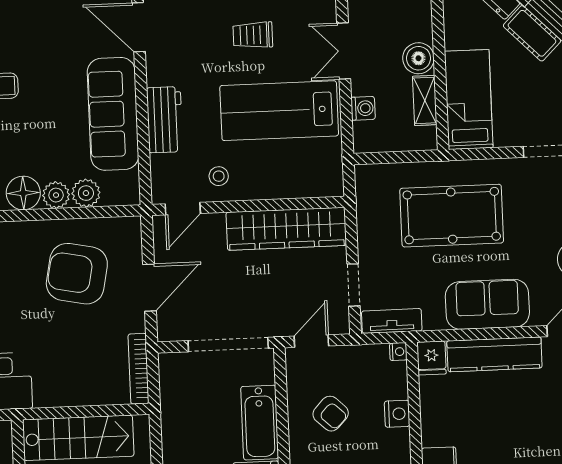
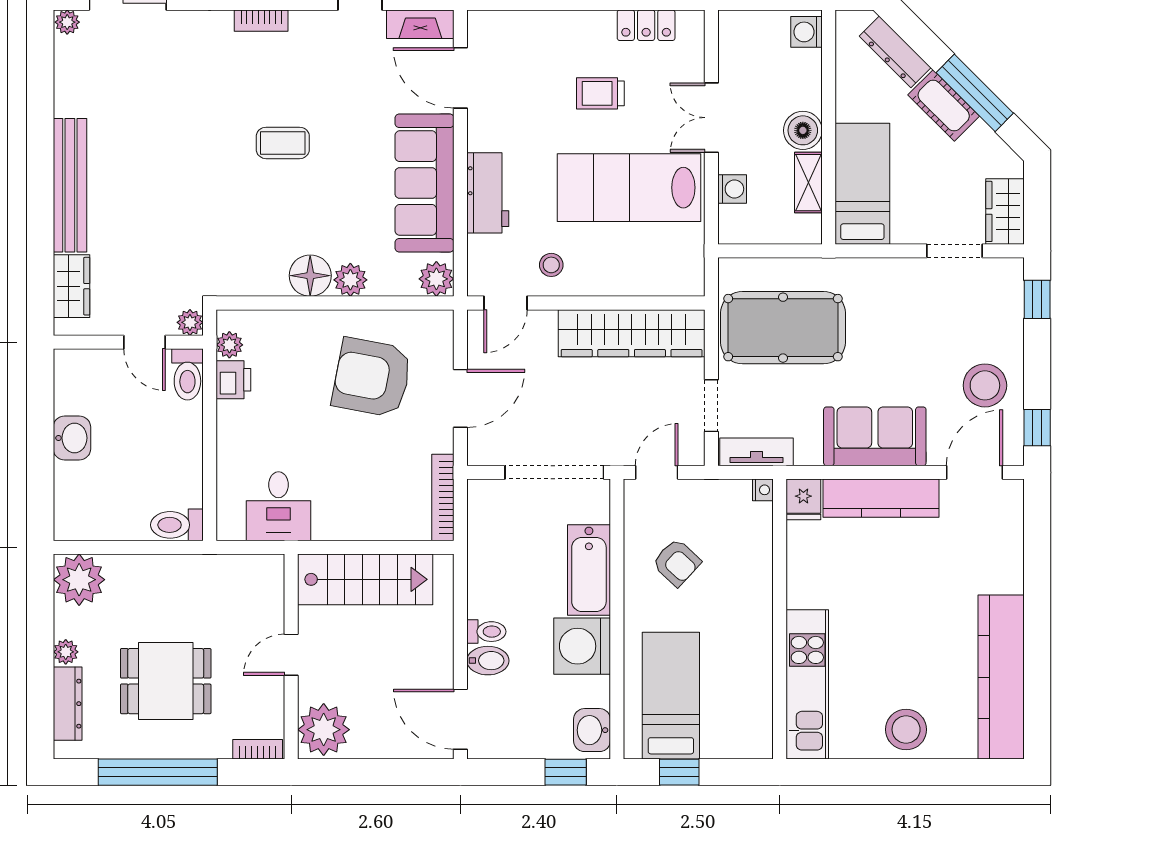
plant: (86, 193) -> (436, 279), moved
pool table: (452, 216) -> (783, 328), moved
nightstand: (397, 414) -> (758, 566), removed

